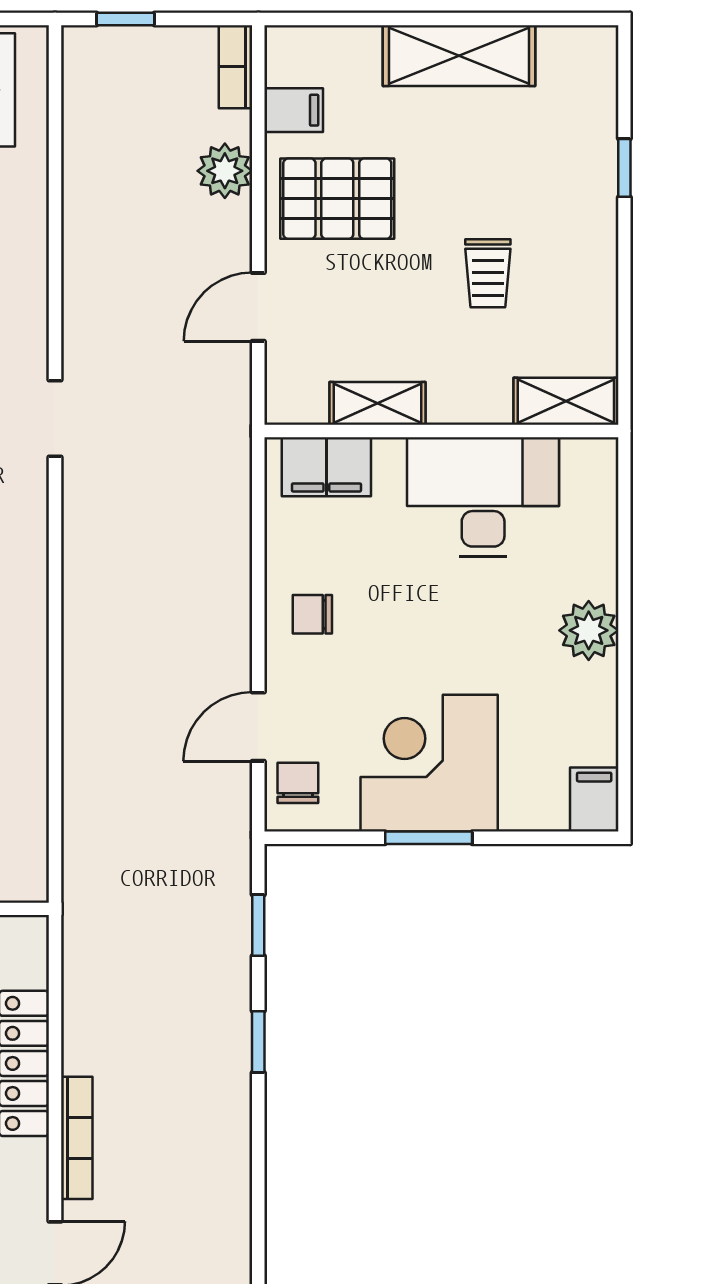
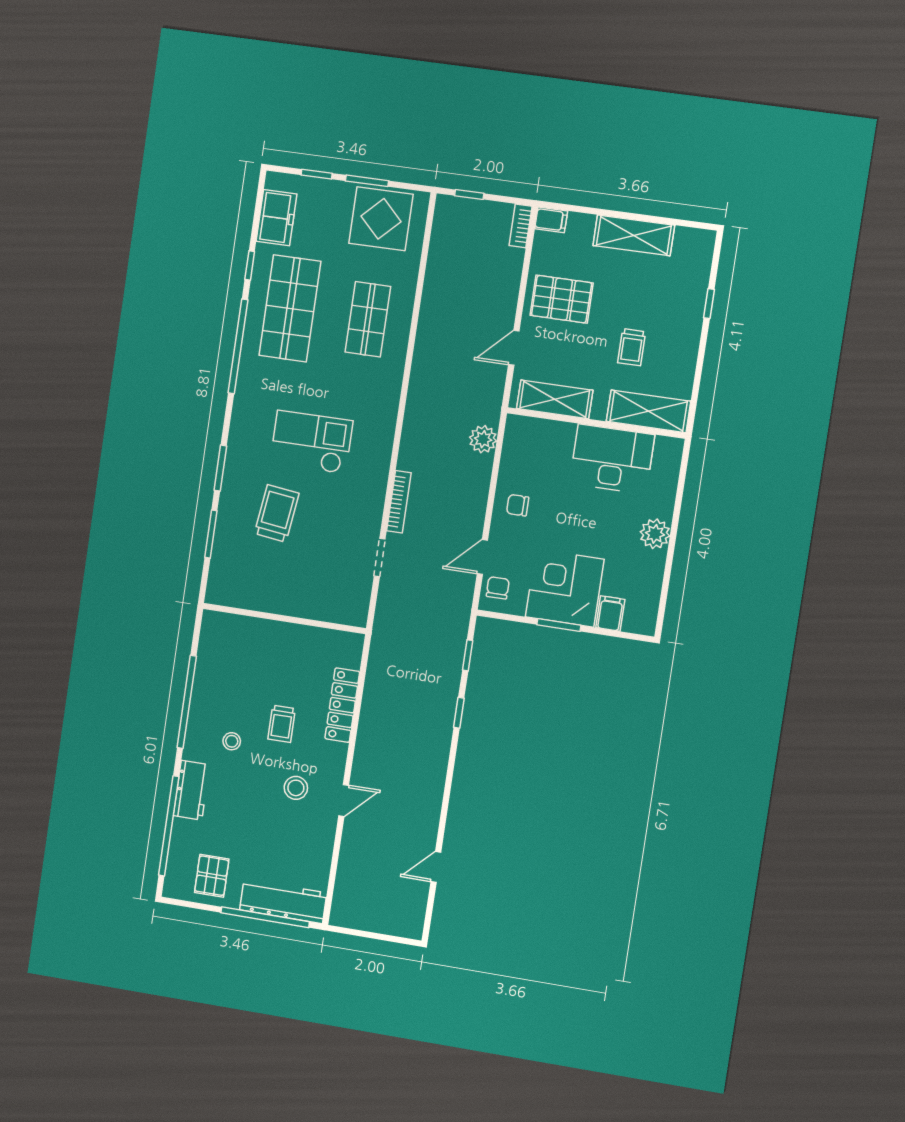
filing cabinet: (294, 110) -> (551, 220), moved
plant: (225, 171) -> (483, 439), moved
shelving: (566, 401) -> (649, 411), width x1.50, depth x1.33
shelving: (377, 403) -> (555, 399), width x1.50, depth x1.33
doorway: (55, 419) -> (380, 558), moved
filing cabinet: (326, 467) -> (536, 433), removed
filing cabinet: (594, 799) -> (610, 613), moved
bookcase: (77, 1138) -> (399, 502), moved

